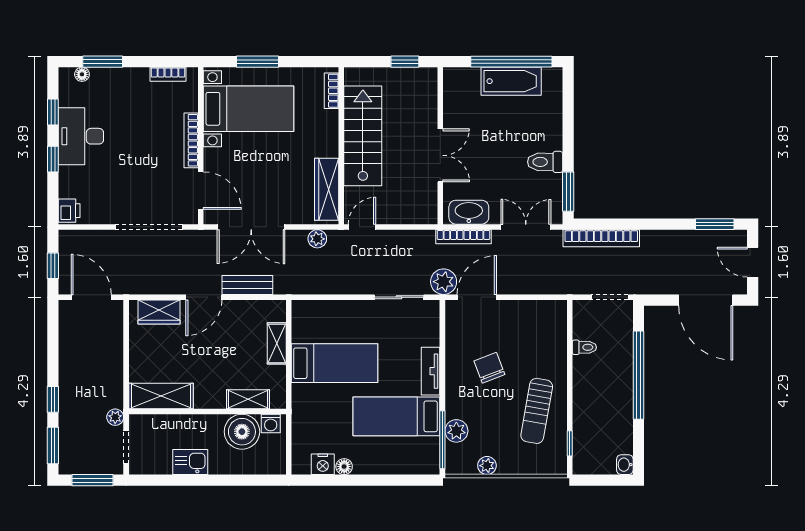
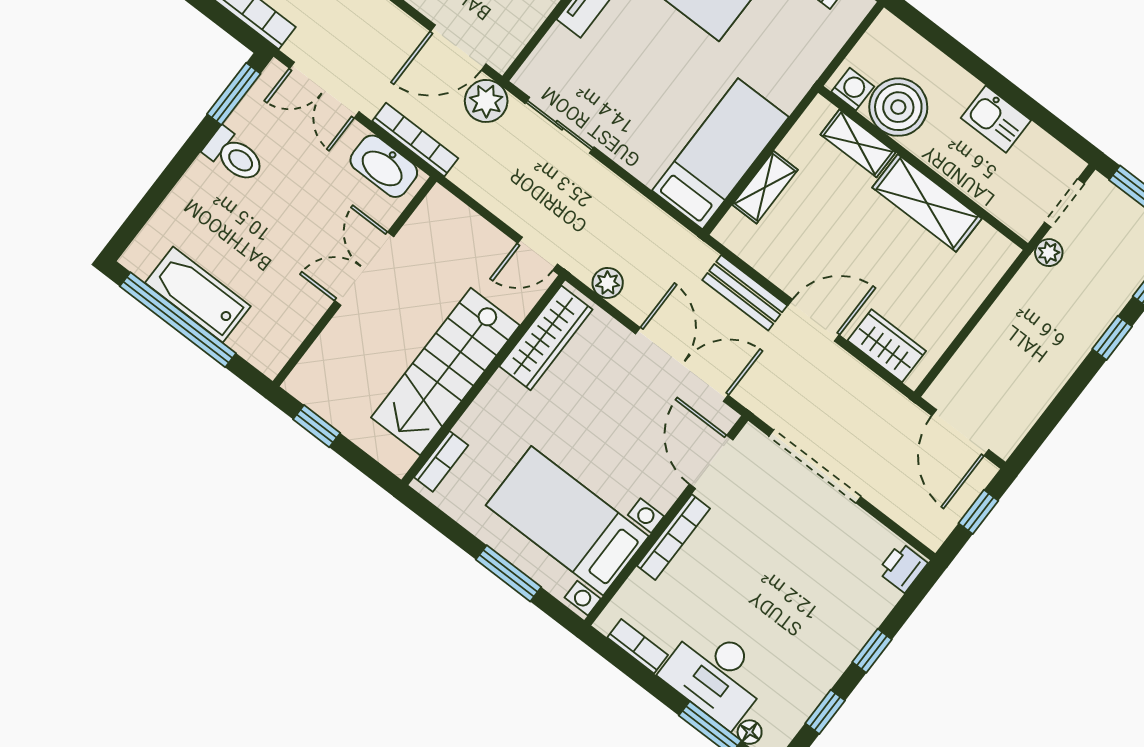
desk: (81, 136) -> (716, 675), moved, turned 90
bed: (334, 363) -> (720, 154), moved, turned 90
shelving: (161, 396) -> (927, 203), moved

